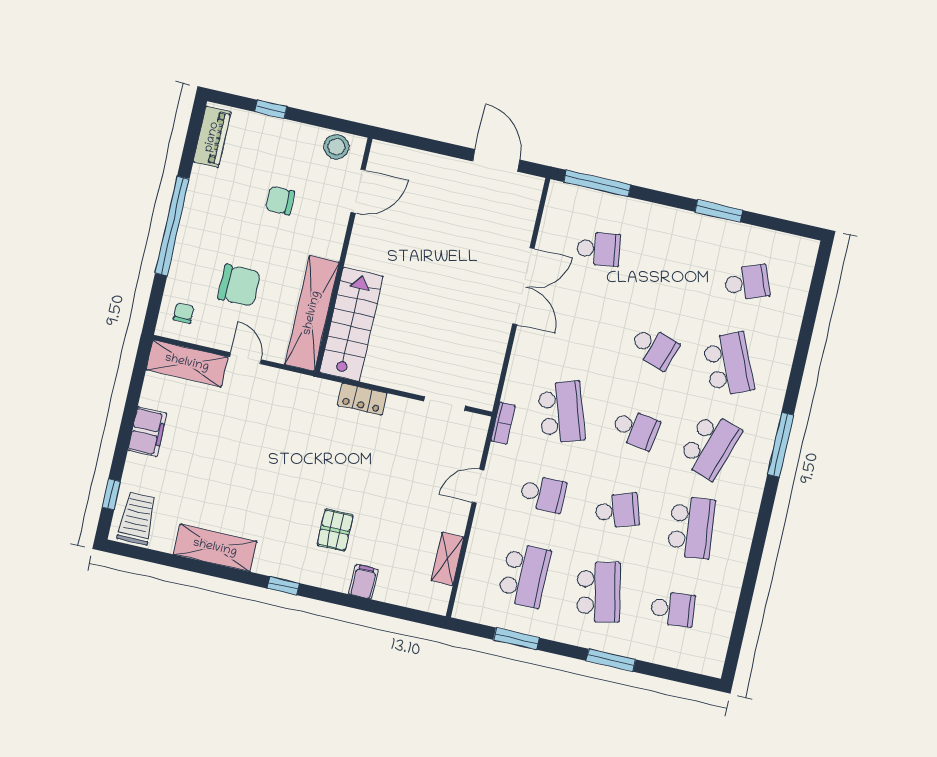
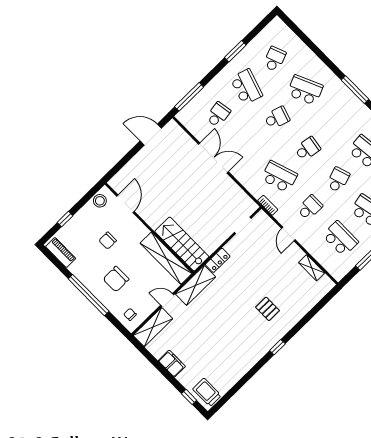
chair: (239, 285) -> (116, 279), moved, turned 180
school desk: (710, 446) -> (246, 87), moved
shelving: (215, 548) -> (195, 285), moved
filing cabinet: (364, 582) -> (298, 311), removed

